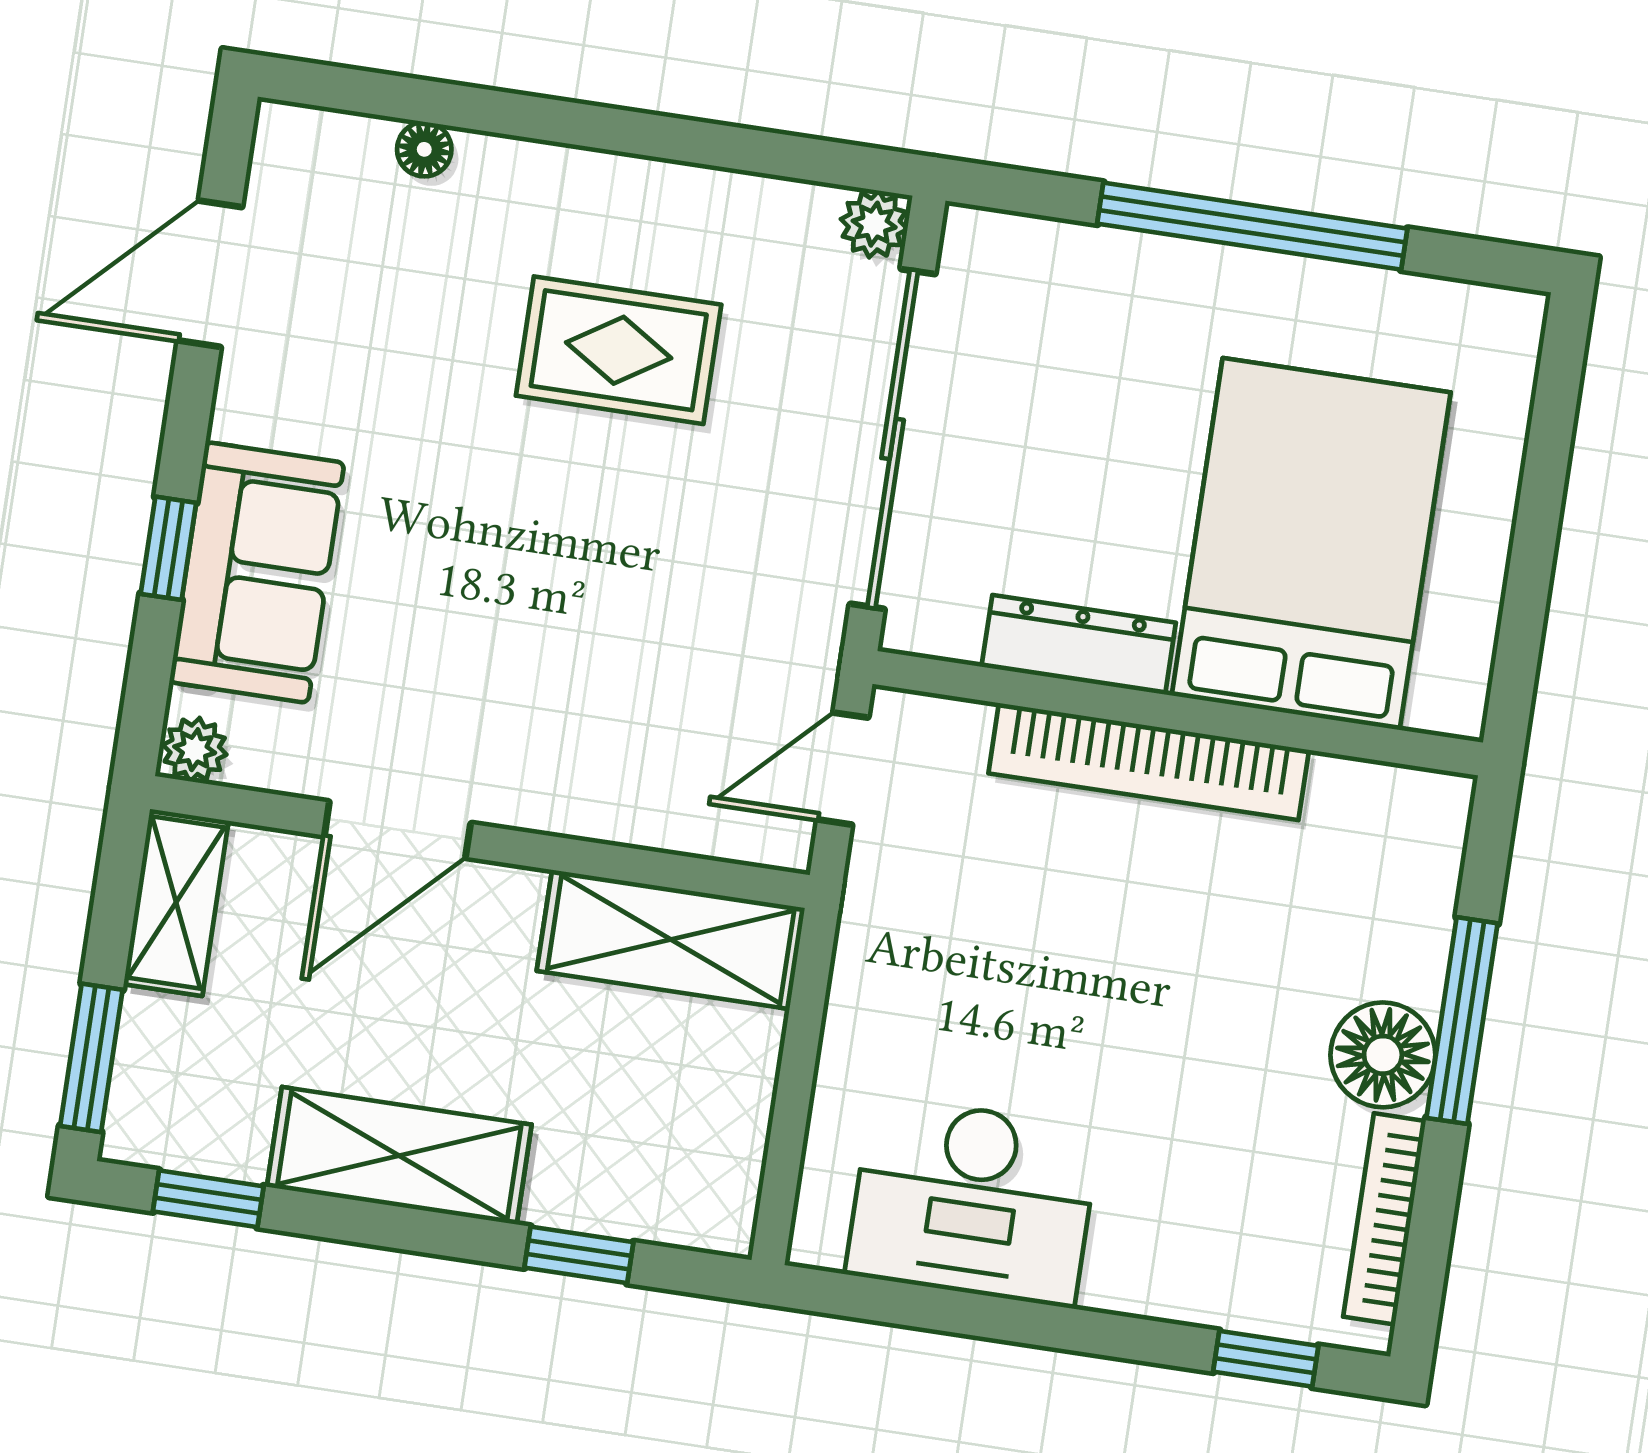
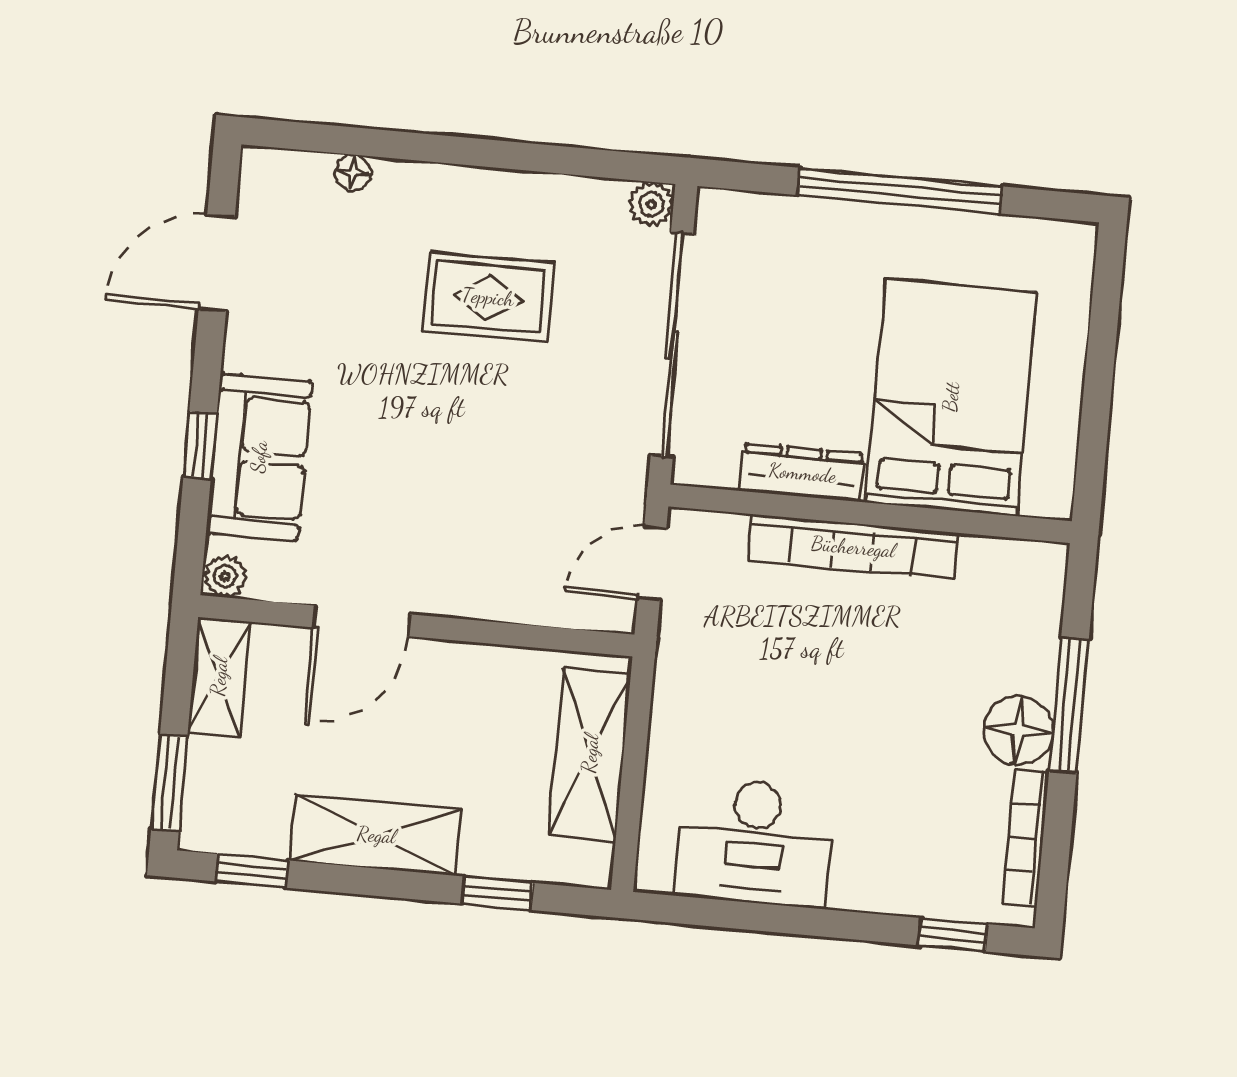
shelving: (671, 939) -> (590, 754), moved, turned 90

